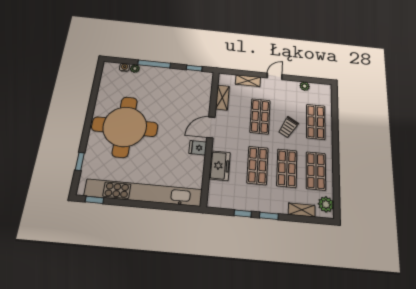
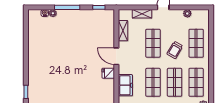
round table: (125, 127) -> (53, 62), removed
door: (211, 127) -> (116, 56), hinge flipped

